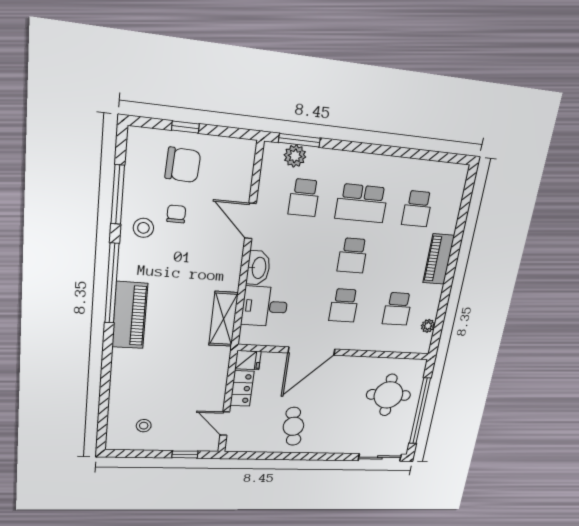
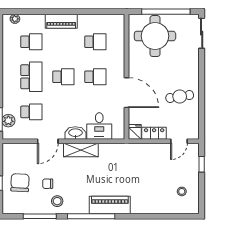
shelving: (223, 319) -> (81, 150), moved
plant: (428, 326) -> (15, 19), moved
round table: (388, 395) -> (155, 36), width x1.36, depth x1.36

